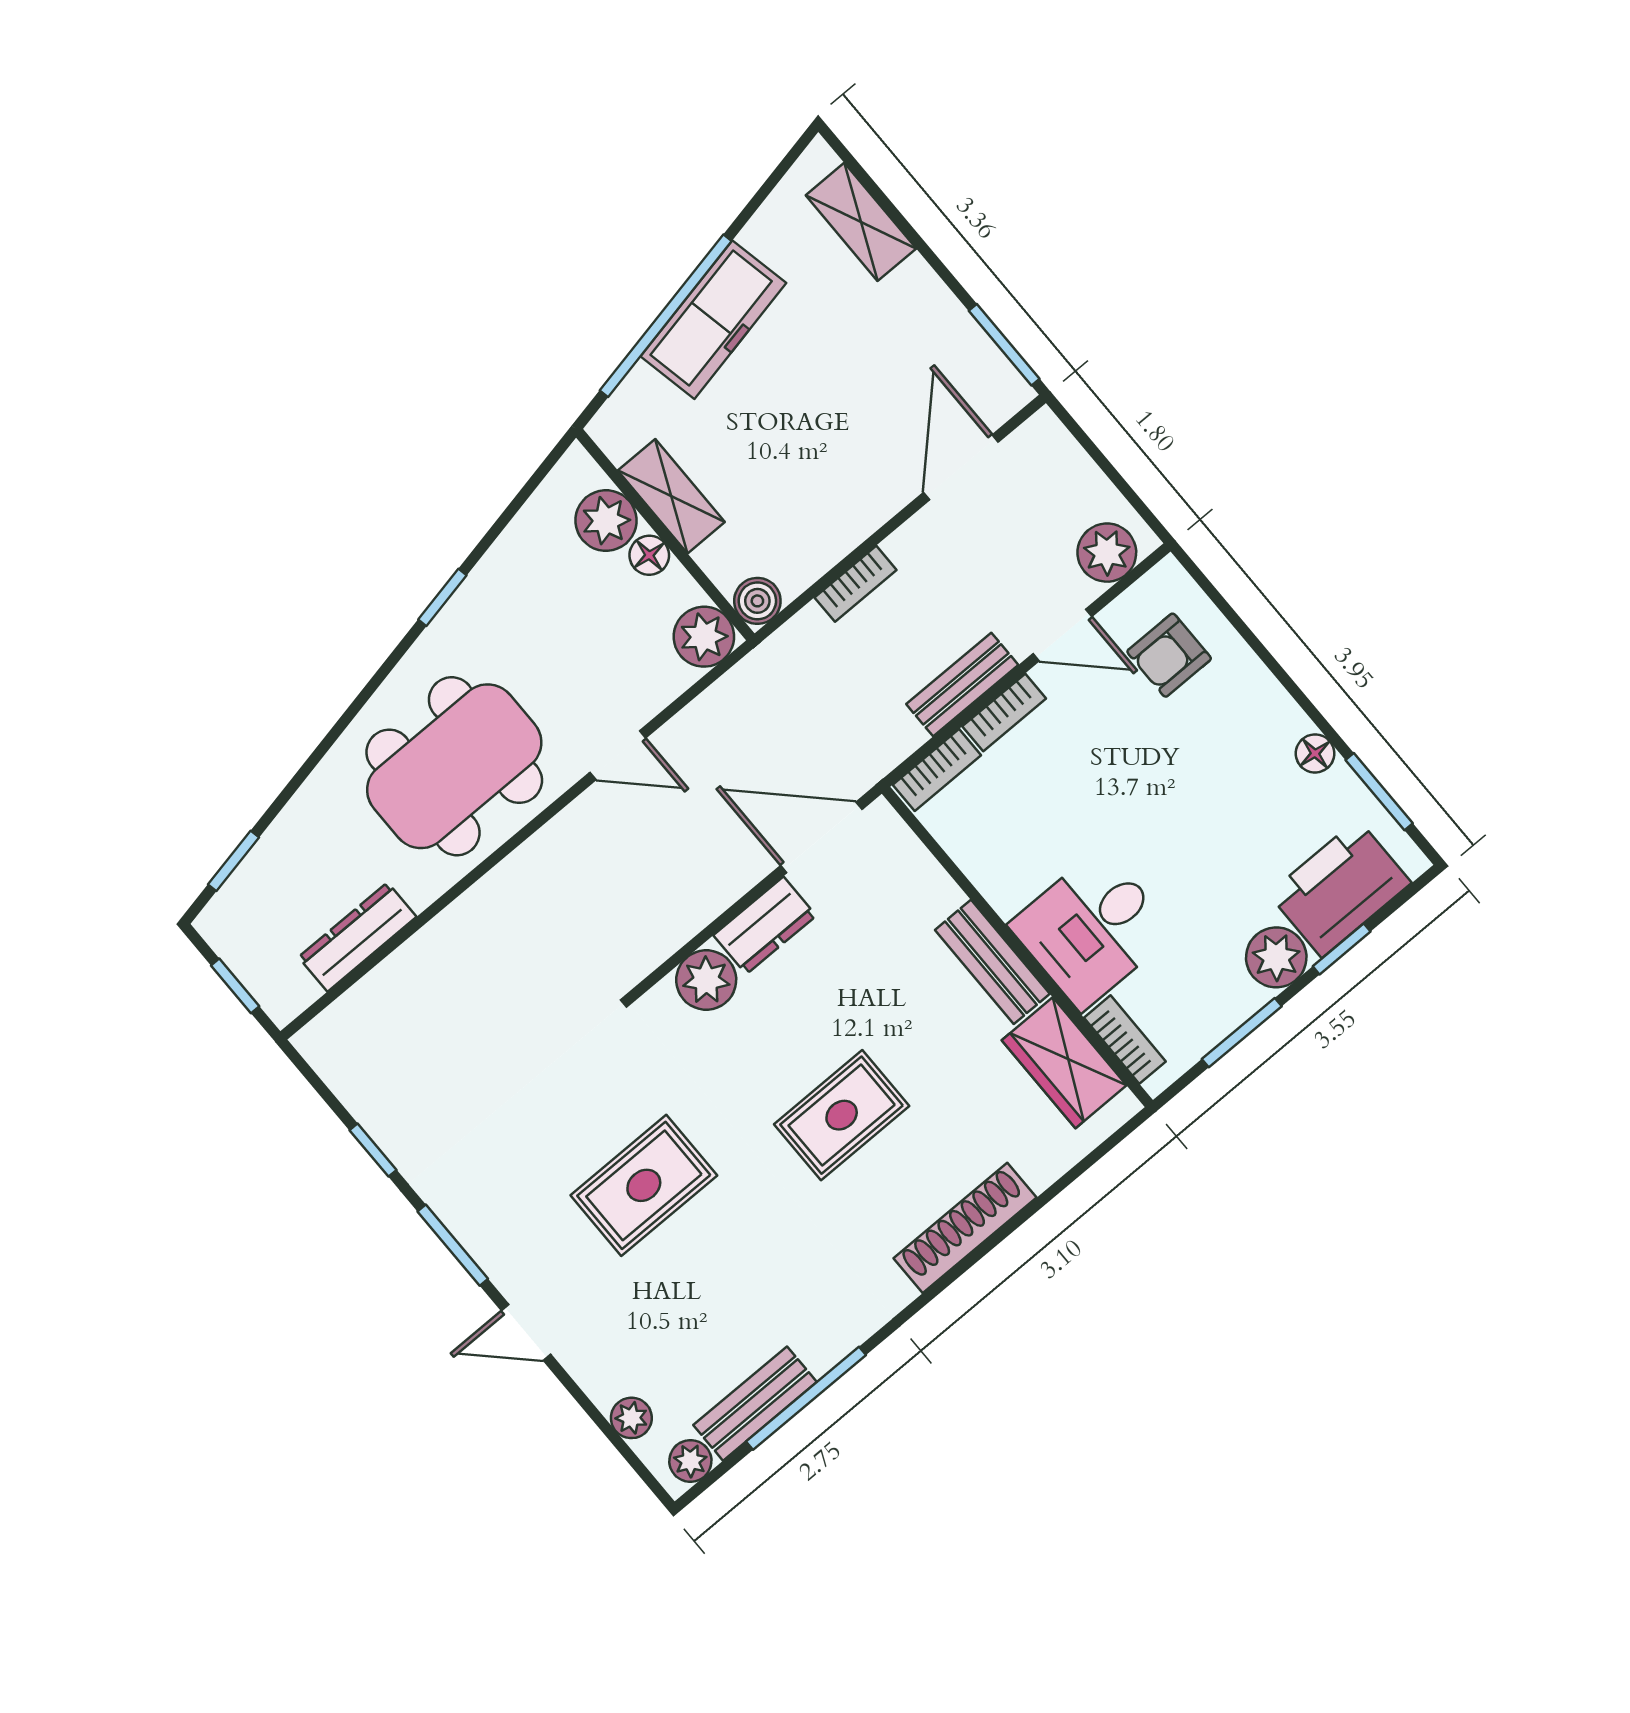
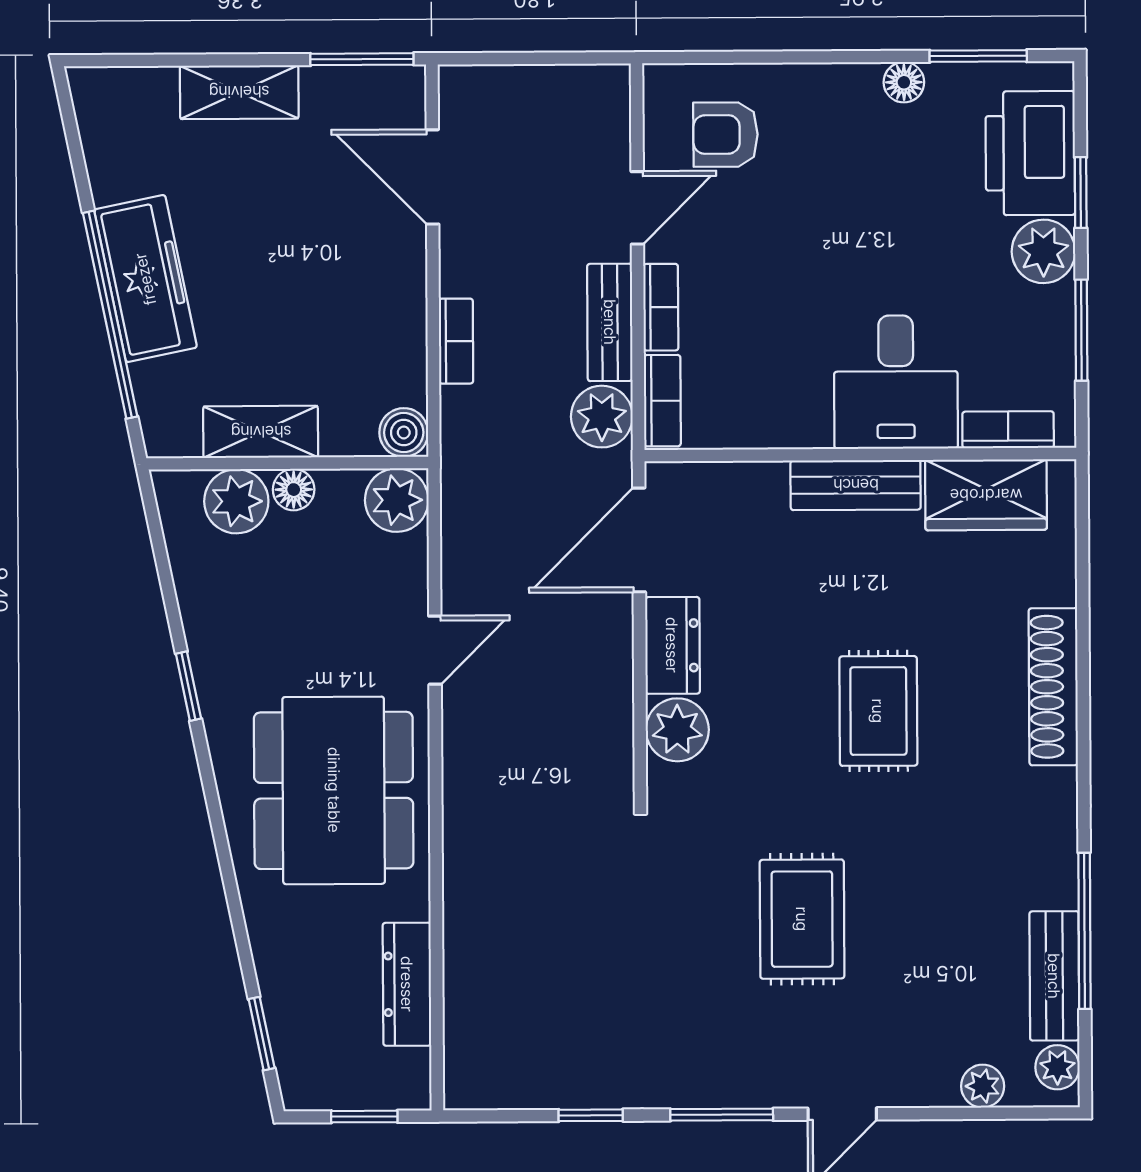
shelving: (861, 222) -> (239, 92), moved
plant: (1107, 553) -> (602, 417), moved
armchair: (1169, 655) -> (726, 134), turned 90

